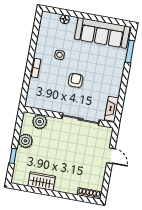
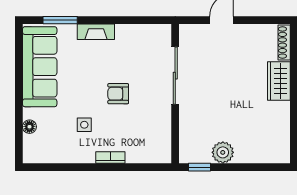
fireplace: (112, 109) -> (96, 32), moved
plant: (40, 122) -> (190, 136), removed
window: (13, 156) -> (199, 167), moved
wardrobe: (42, 181) -> (279, 81), moved

